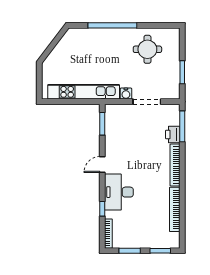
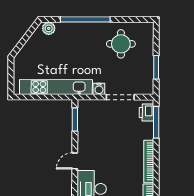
plant: (76, 34) -> (49, 28), added
printer: (173, 134) -> (147, 112), moved

